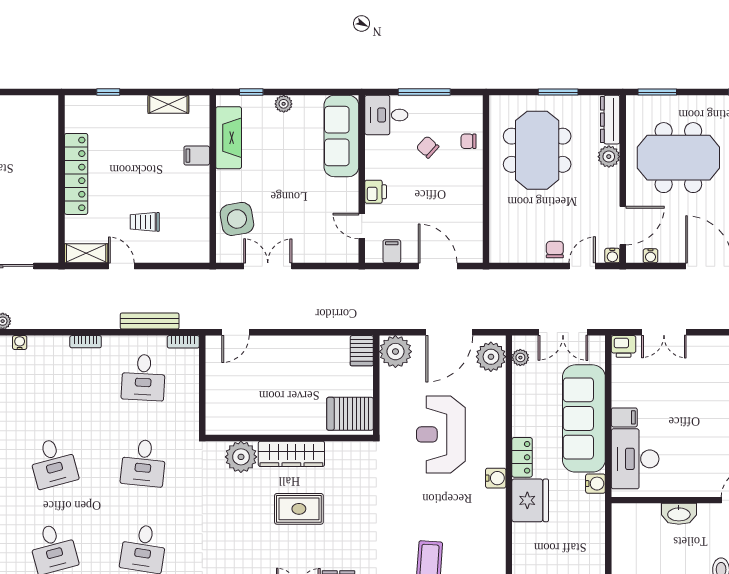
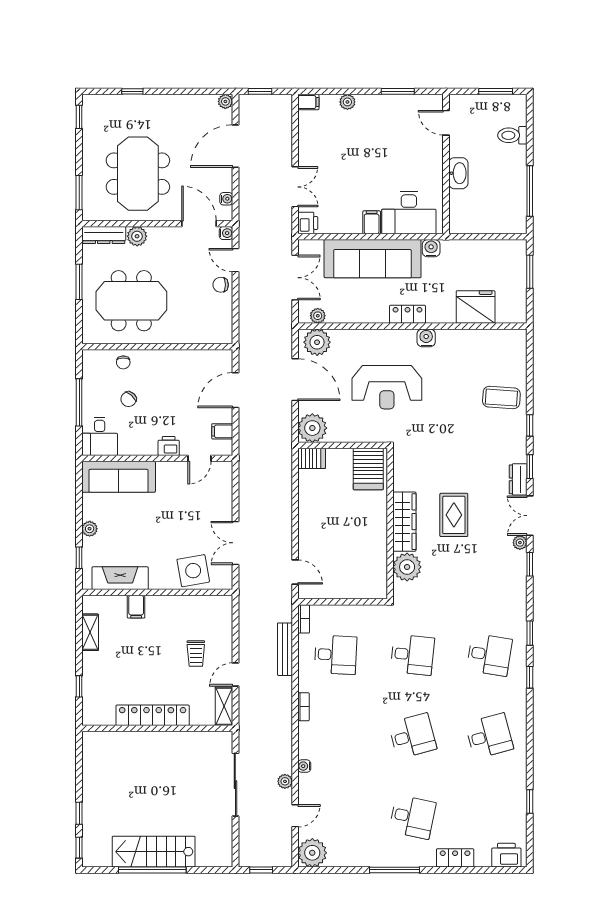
fridge: (530, 500) -> (476, 307), moved

